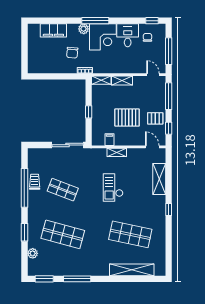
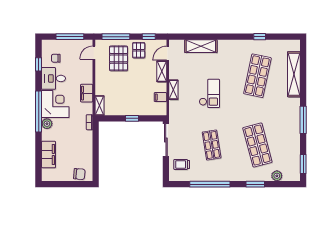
window: (95, 21) -> (39, 112), width x1.46
window: (152, 21) -> (39, 64), moved
chair: (72, 53) -> (79, 174), moved
filing cabinet: (113, 68) -> (87, 93), added
shelving: (122, 80) -> (162, 71), moved
pallet: (127, 118) -> (119, 58), moved
trolley: (35, 182) -> (182, 164), moved
checkout: (113, 187) -> (209, 93), turned -90
shop shelf: (63, 190) -> (212, 145), turned -30
window: (169, 209) -> (260, 37), moved
shop shelf: (63, 234) -> (257, 145), turned -30
window: (77, 279) -> (303, 120), moved

